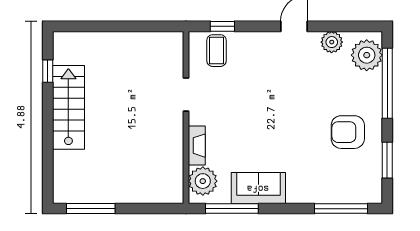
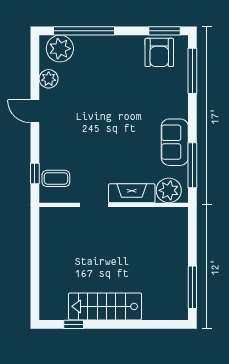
armchair: (348, 132) -> (159, 52), moved
fireplace: (197, 146) -> (132, 193), width x1.37, depth x1.32
window: (387, 160) -> (165, 31), moved

